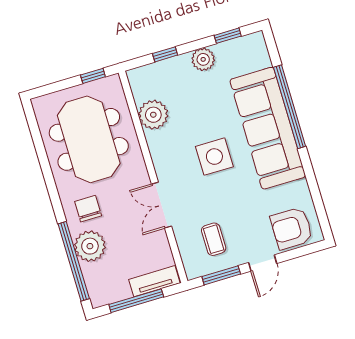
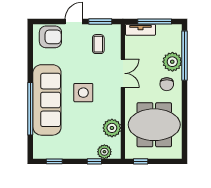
plant: (203, 59) -> (104, 152), moved
meeting table: (89, 139) -> (154, 125), turned 90

